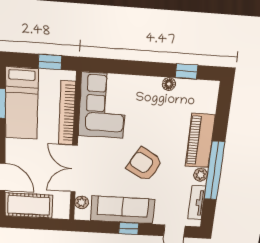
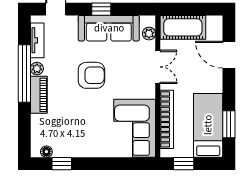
floor lamp: (169, 84) -> (46, 152), moved
piano: (200, 141) -> (39, 95), width x0.73, depth x0.75
armchair: (145, 165) -> (91, 75), turned -30
double door: (74, 169) -> (158, 67), width x0.73
cot: (29, 205) -> (183, 27), moved

